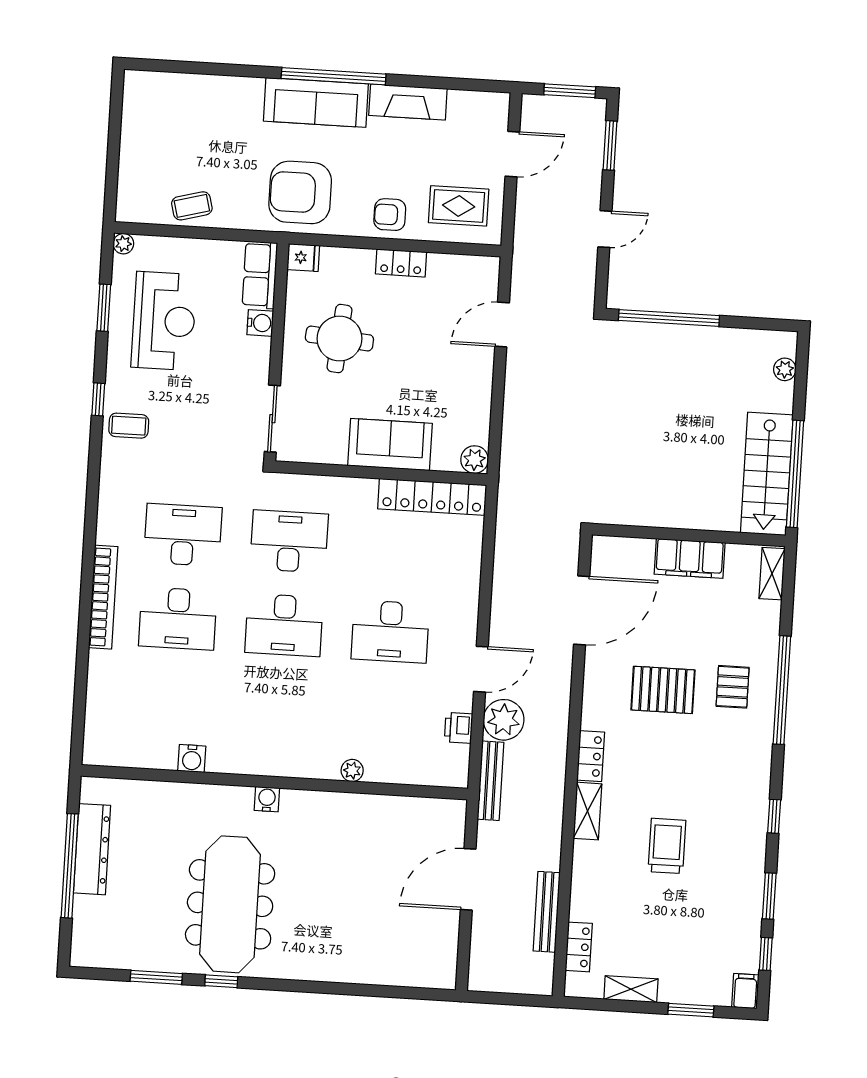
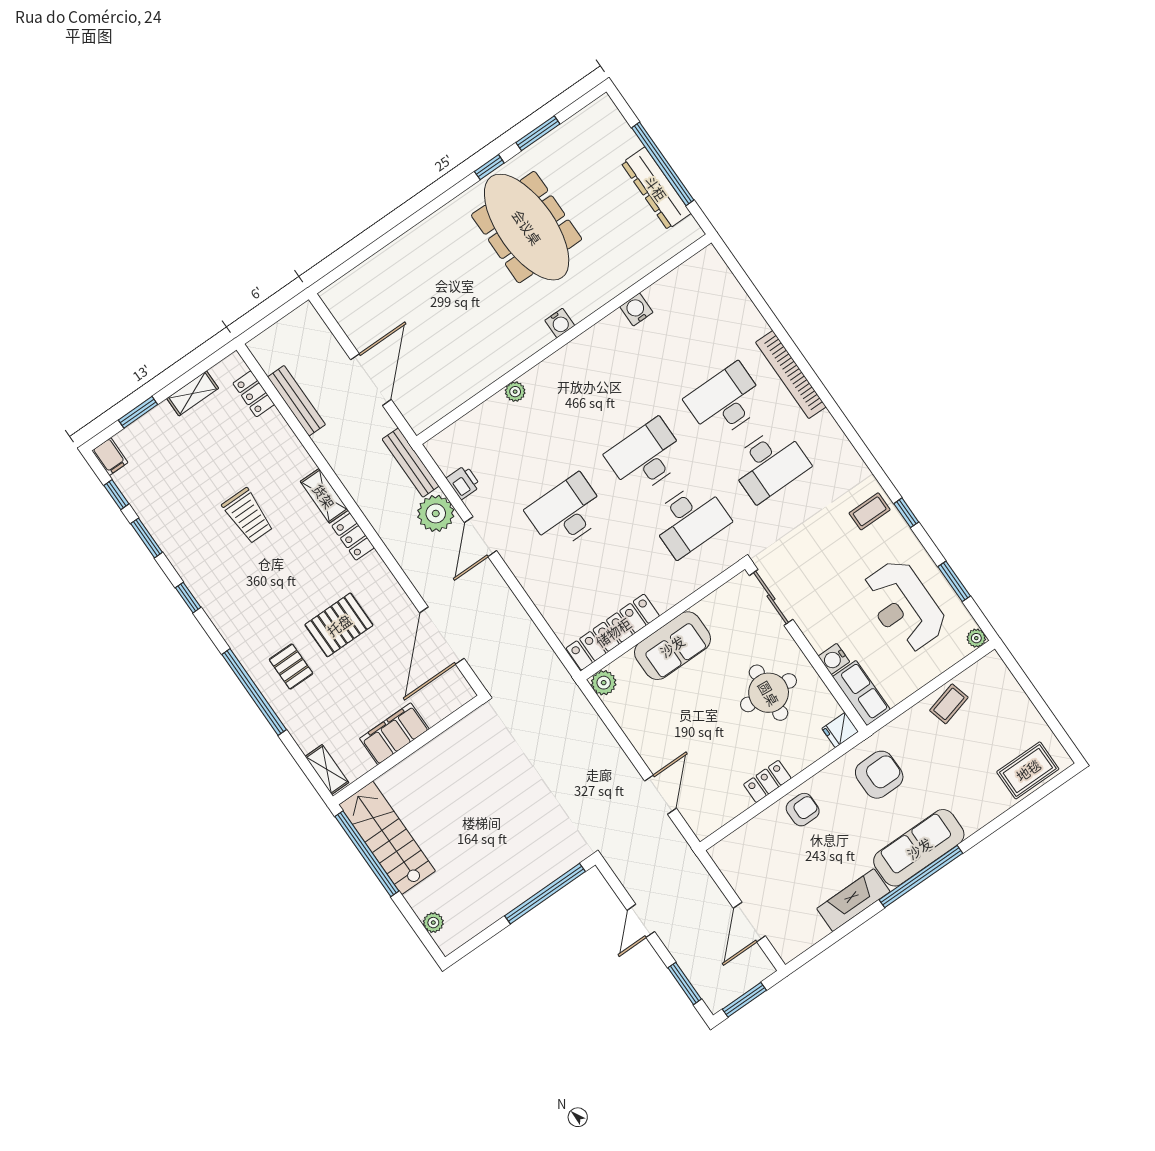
armchair: (300, 192) -> (879, 775), width x0.73, depth x0.73
rug: (459, 206) -> (1028, 770), moved

